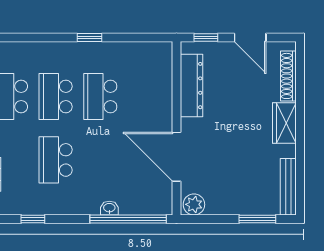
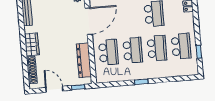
school desk: (145, 97) -> (109, 52), added
door: (176, 157) -> (89, 21), hinge flipped

